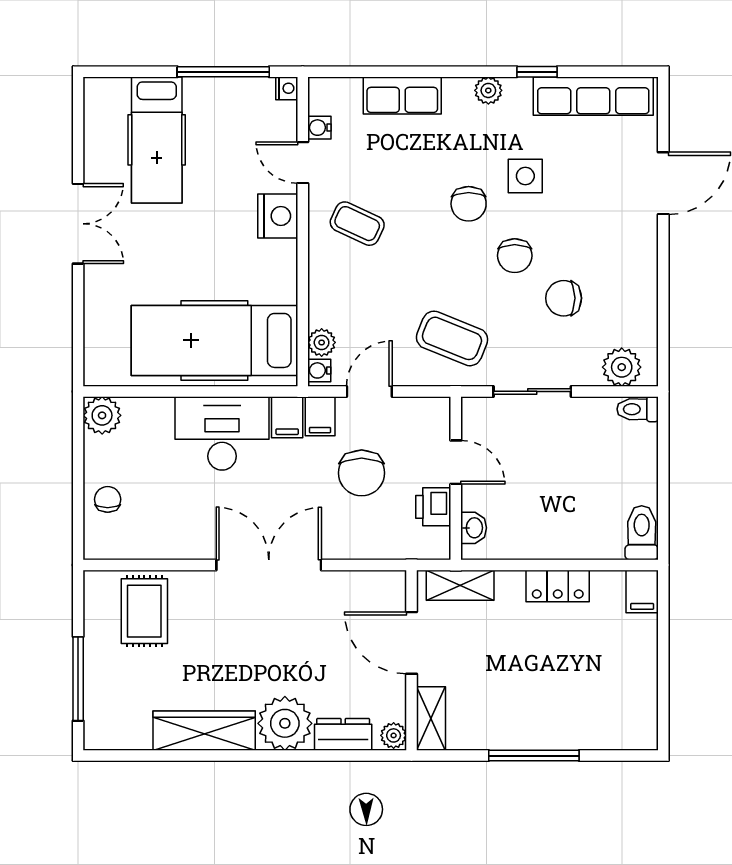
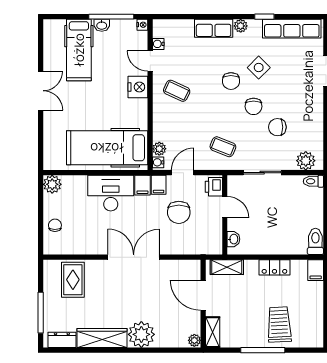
washbasin: (203, 89) -> (102, 25), added
row of seats: (402, 95) -> (214, 28), moved
side table: (525, 176) -> (259, 68), turned 45
coffee table: (452, 338) -> (223, 147), width x0.73, depth x0.77
printer: (433, 507) -> (214, 187), moved
trolley: (567, 703) -> (279, 325), added
dresser: (343, 734) -> (62, 340), moved

